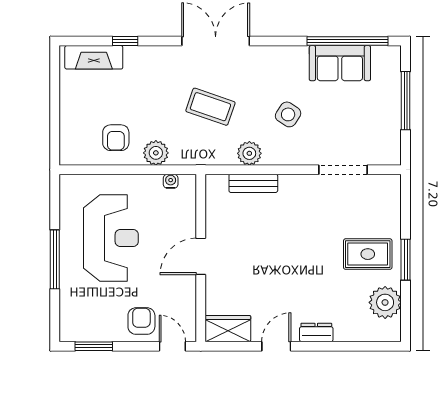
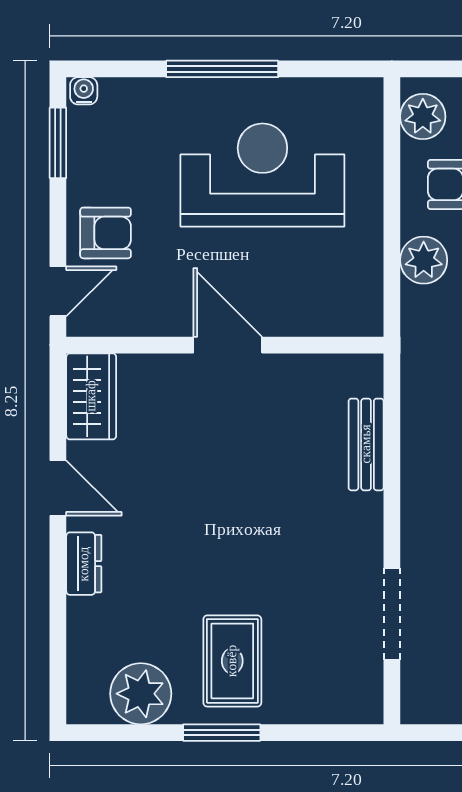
plant: (249, 153) -> (423, 117), moved
water cooler: (171, 181) -> (84, 91), moved, turned -90
reception desk: (111, 238) -> (262, 175), turned 180

